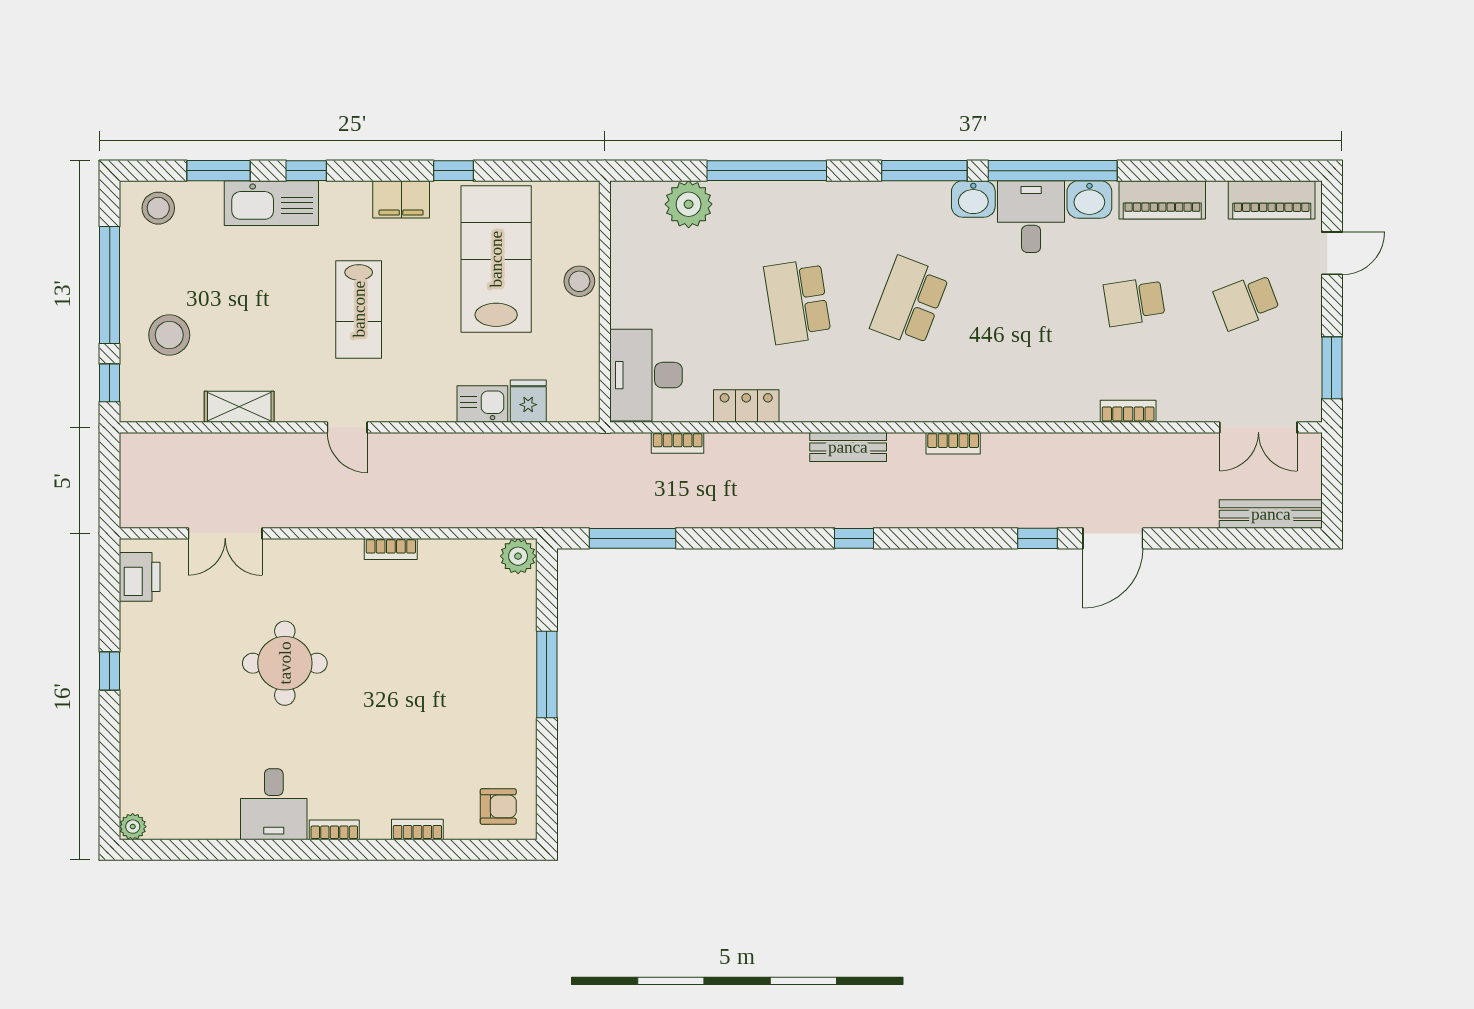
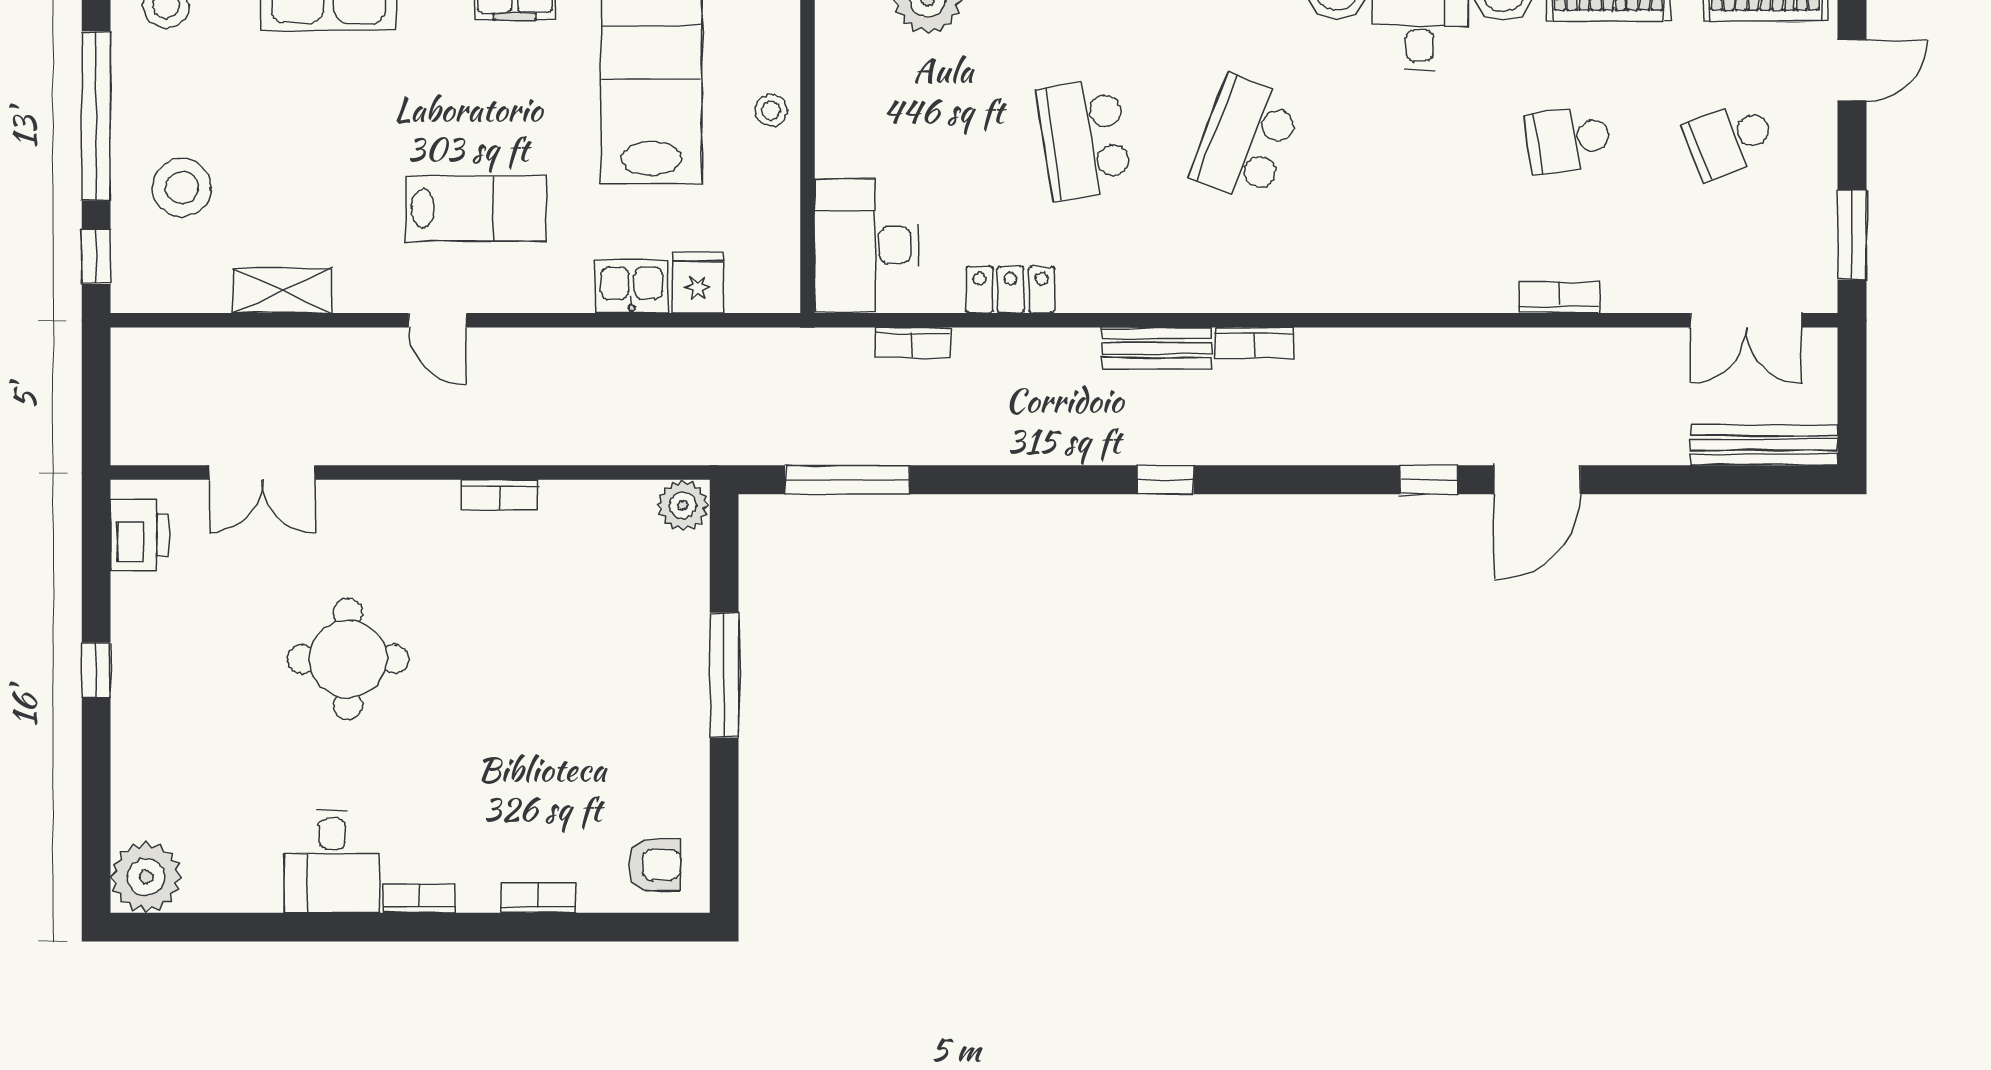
stool: (579, 281) -> (771, 110), width x0.73, depth x0.73
lab bench: (359, 309) -> (476, 208), moved, turned -90
bookcase: (953, 443) -> (1254, 343), moved
plant: (133, 827) -> (146, 877), width x1.88, depth x1.88

